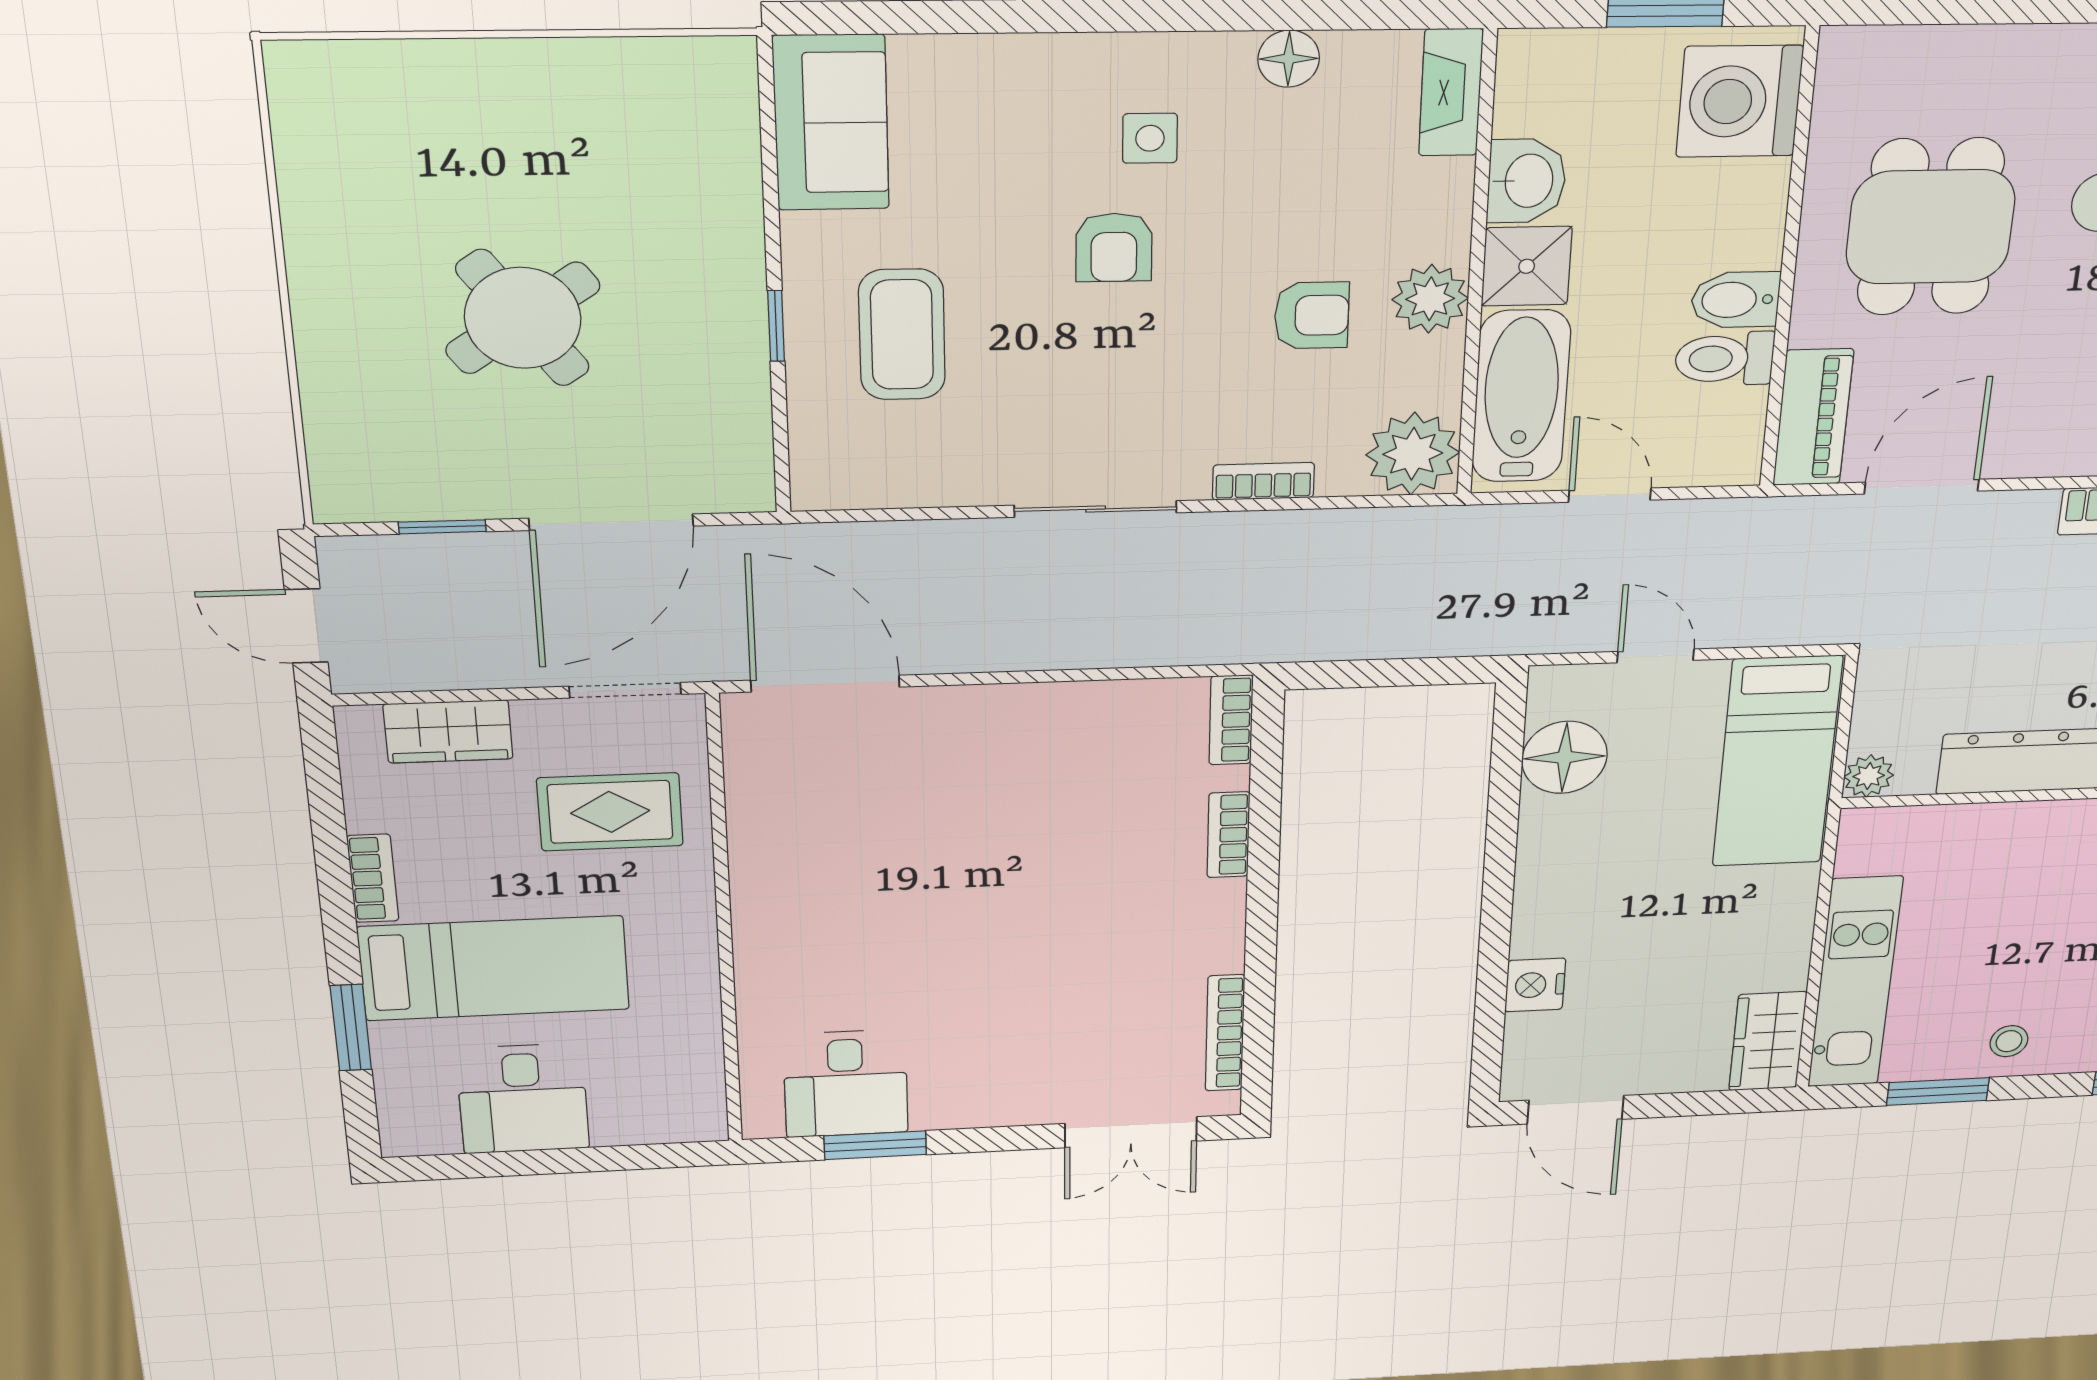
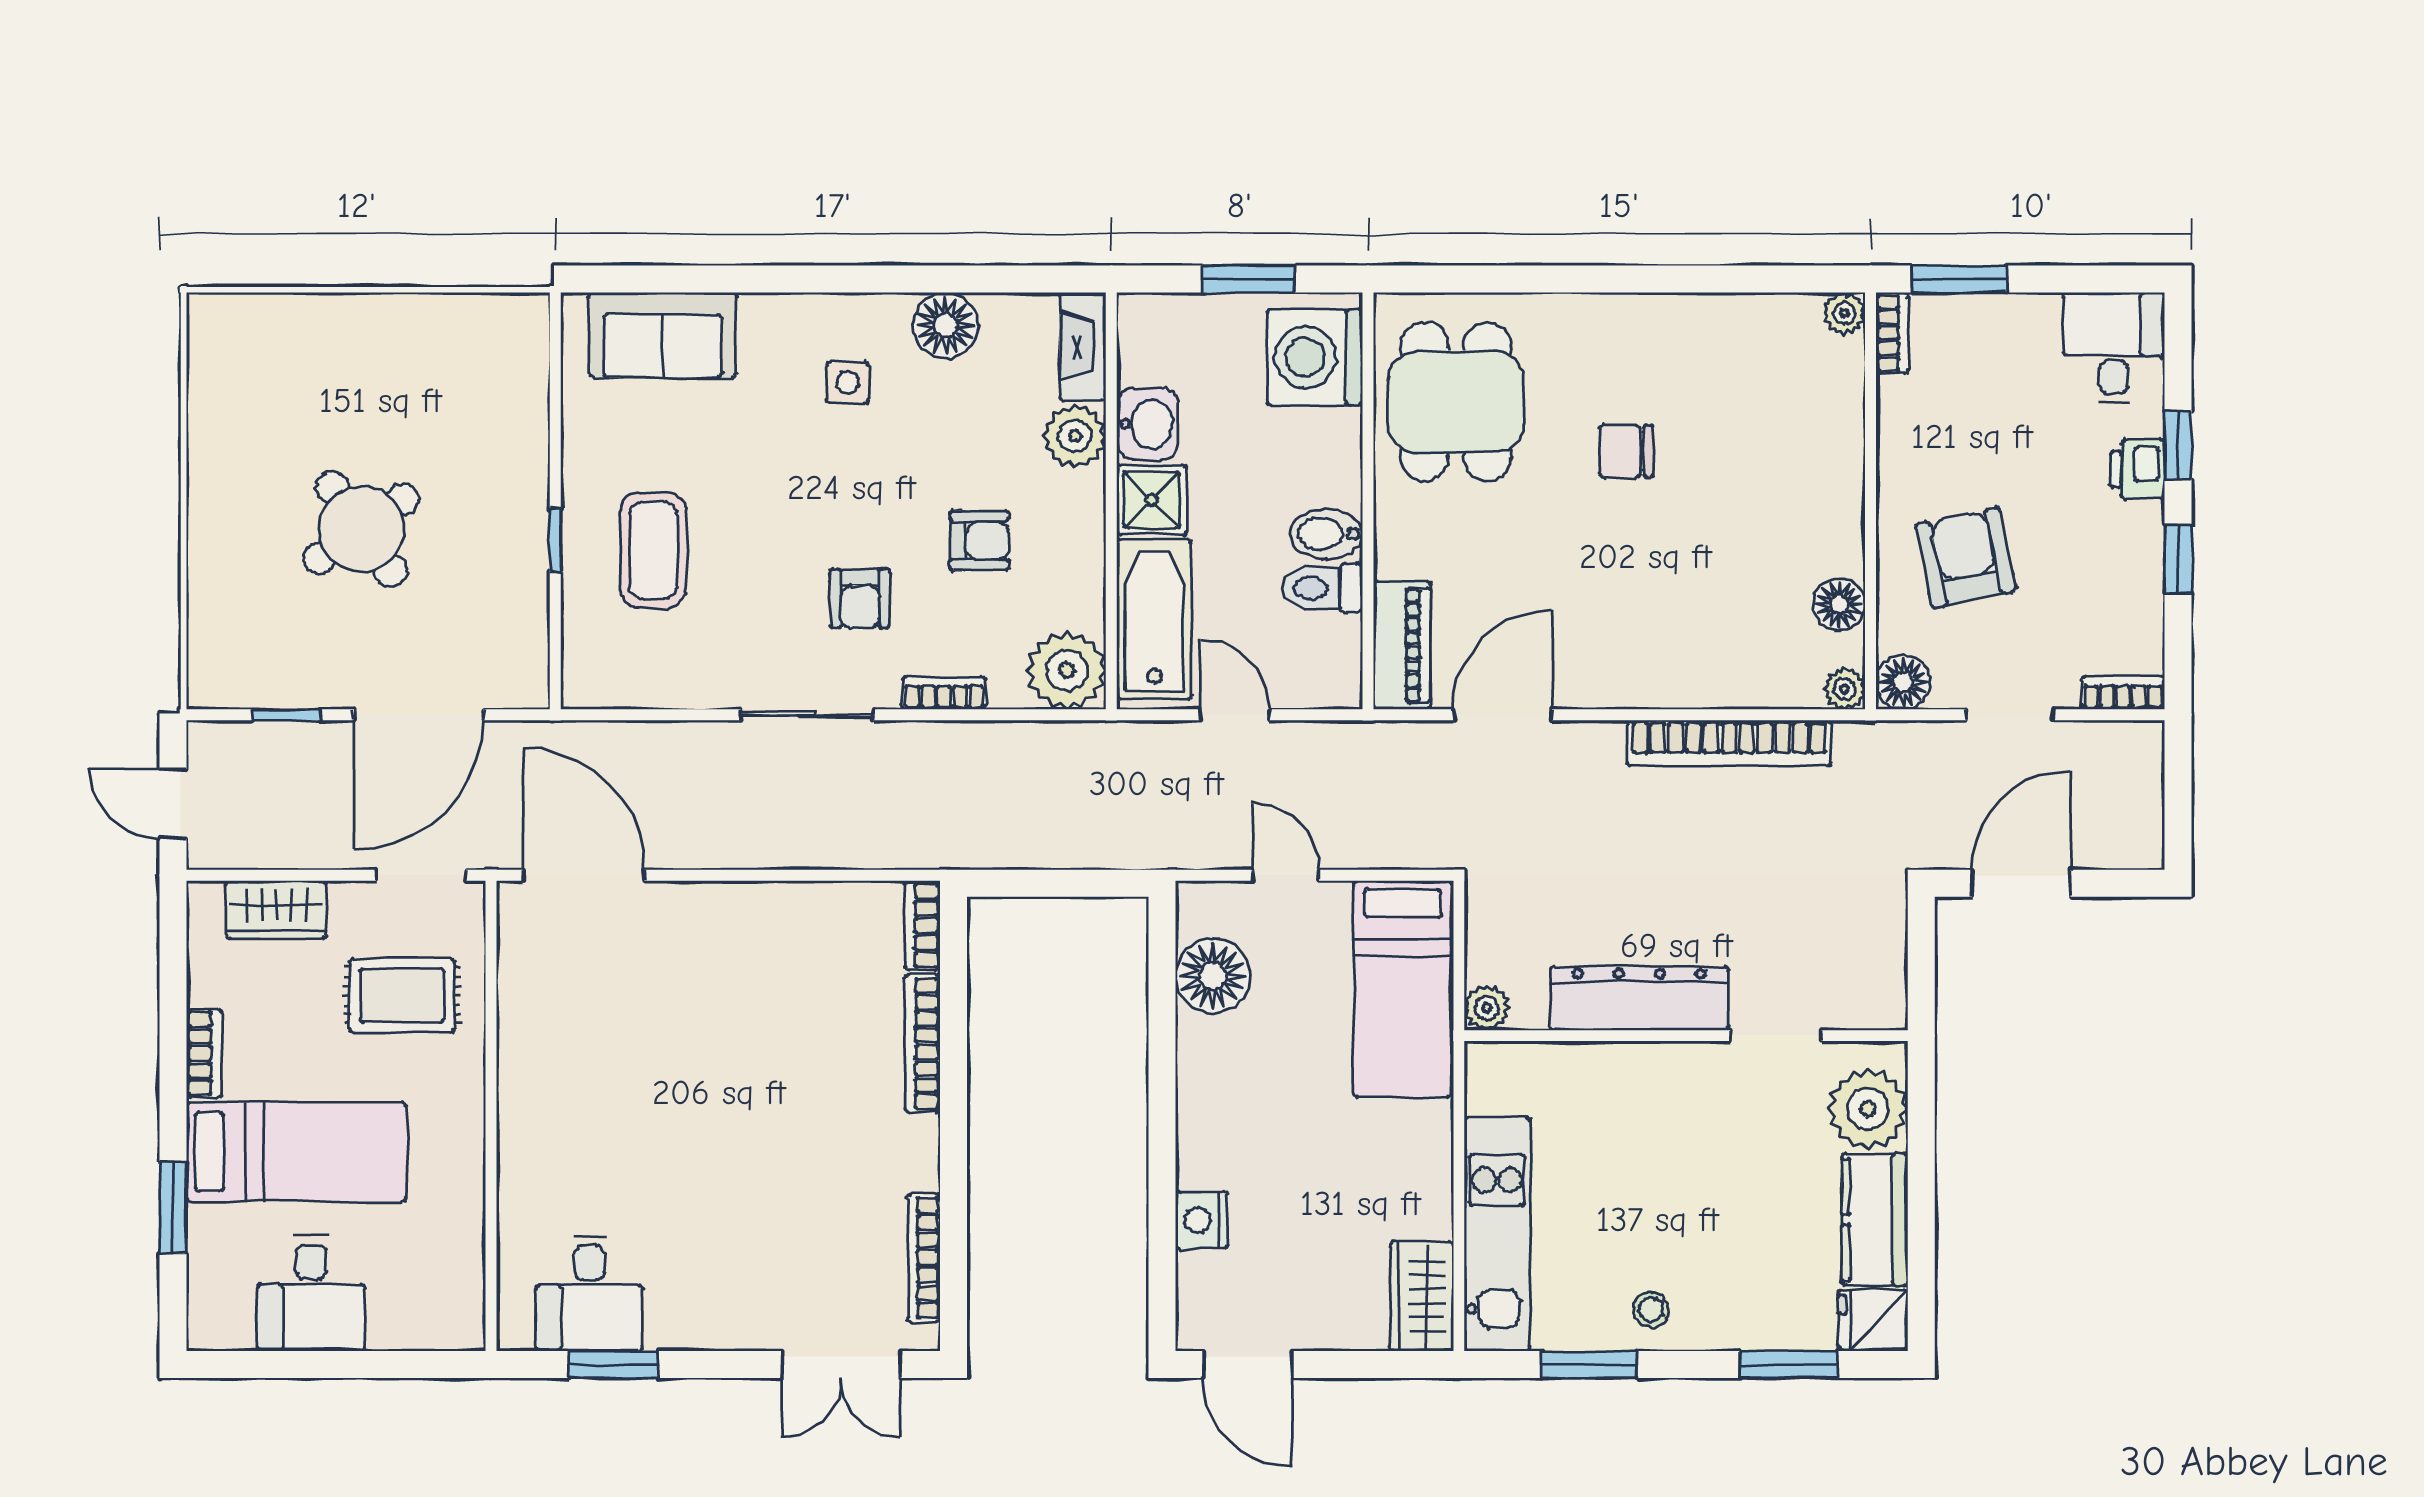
floor lamp: (1289, 59) -> (945, 325), width x1.38, depth x1.38
sofa: (831, 123) -> (662, 335), moved, turned 90
dining table: (1931, 227) -> (1456, 402), moved
armchair: (1114, 247) -> (860, 598), moved
plant: (1430, 299) -> (1075, 436), moved
bookcase: (1228, 835) -> (923, 1044), width x1.56

